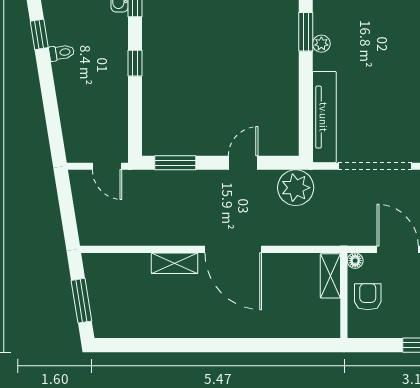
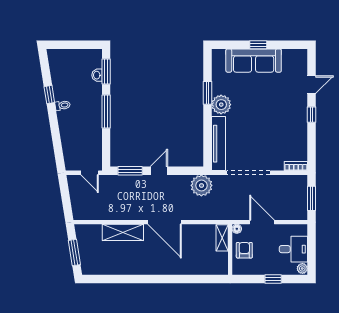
plant: (321, 44) -> (221, 105), width x1.88, depth x1.88
window: (135, 63) -> (106, 112), width x2.17
door: (243, 163) -> (159, 171), moved
shelving: (175, 263) -> (123, 232), width x1.50, depth x1.33

